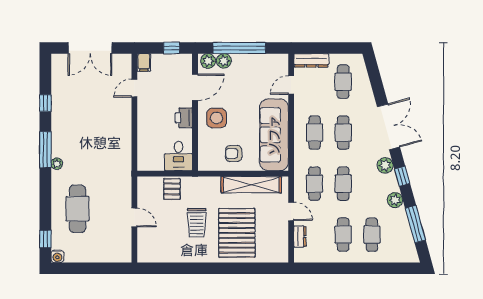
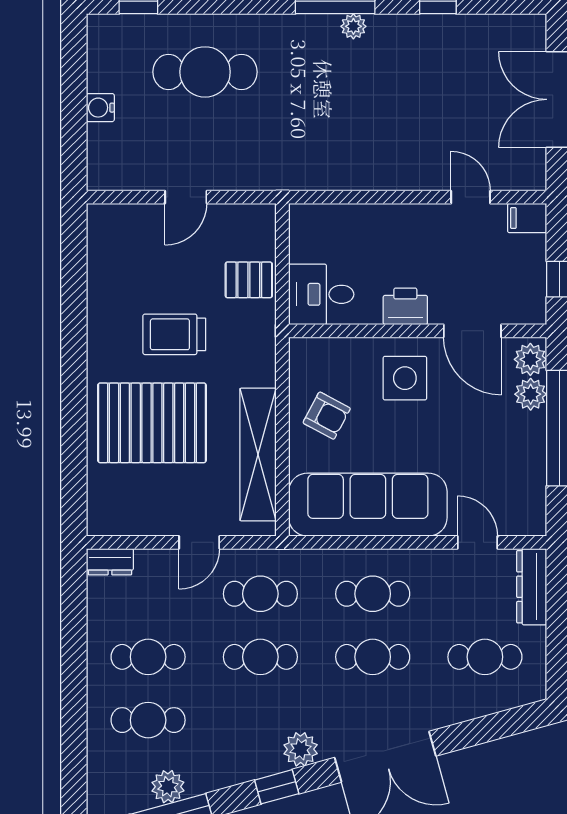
armchair: (234, 153) -> (327, 416), turned 118
plant: (57, 164) -> (353, 26), moved
plant: (395, 200) -> (168, 787), moved
dresser: (300, 237) -> (110, 562), moved
water cooler: (57, 256) -> (100, 108), moved

